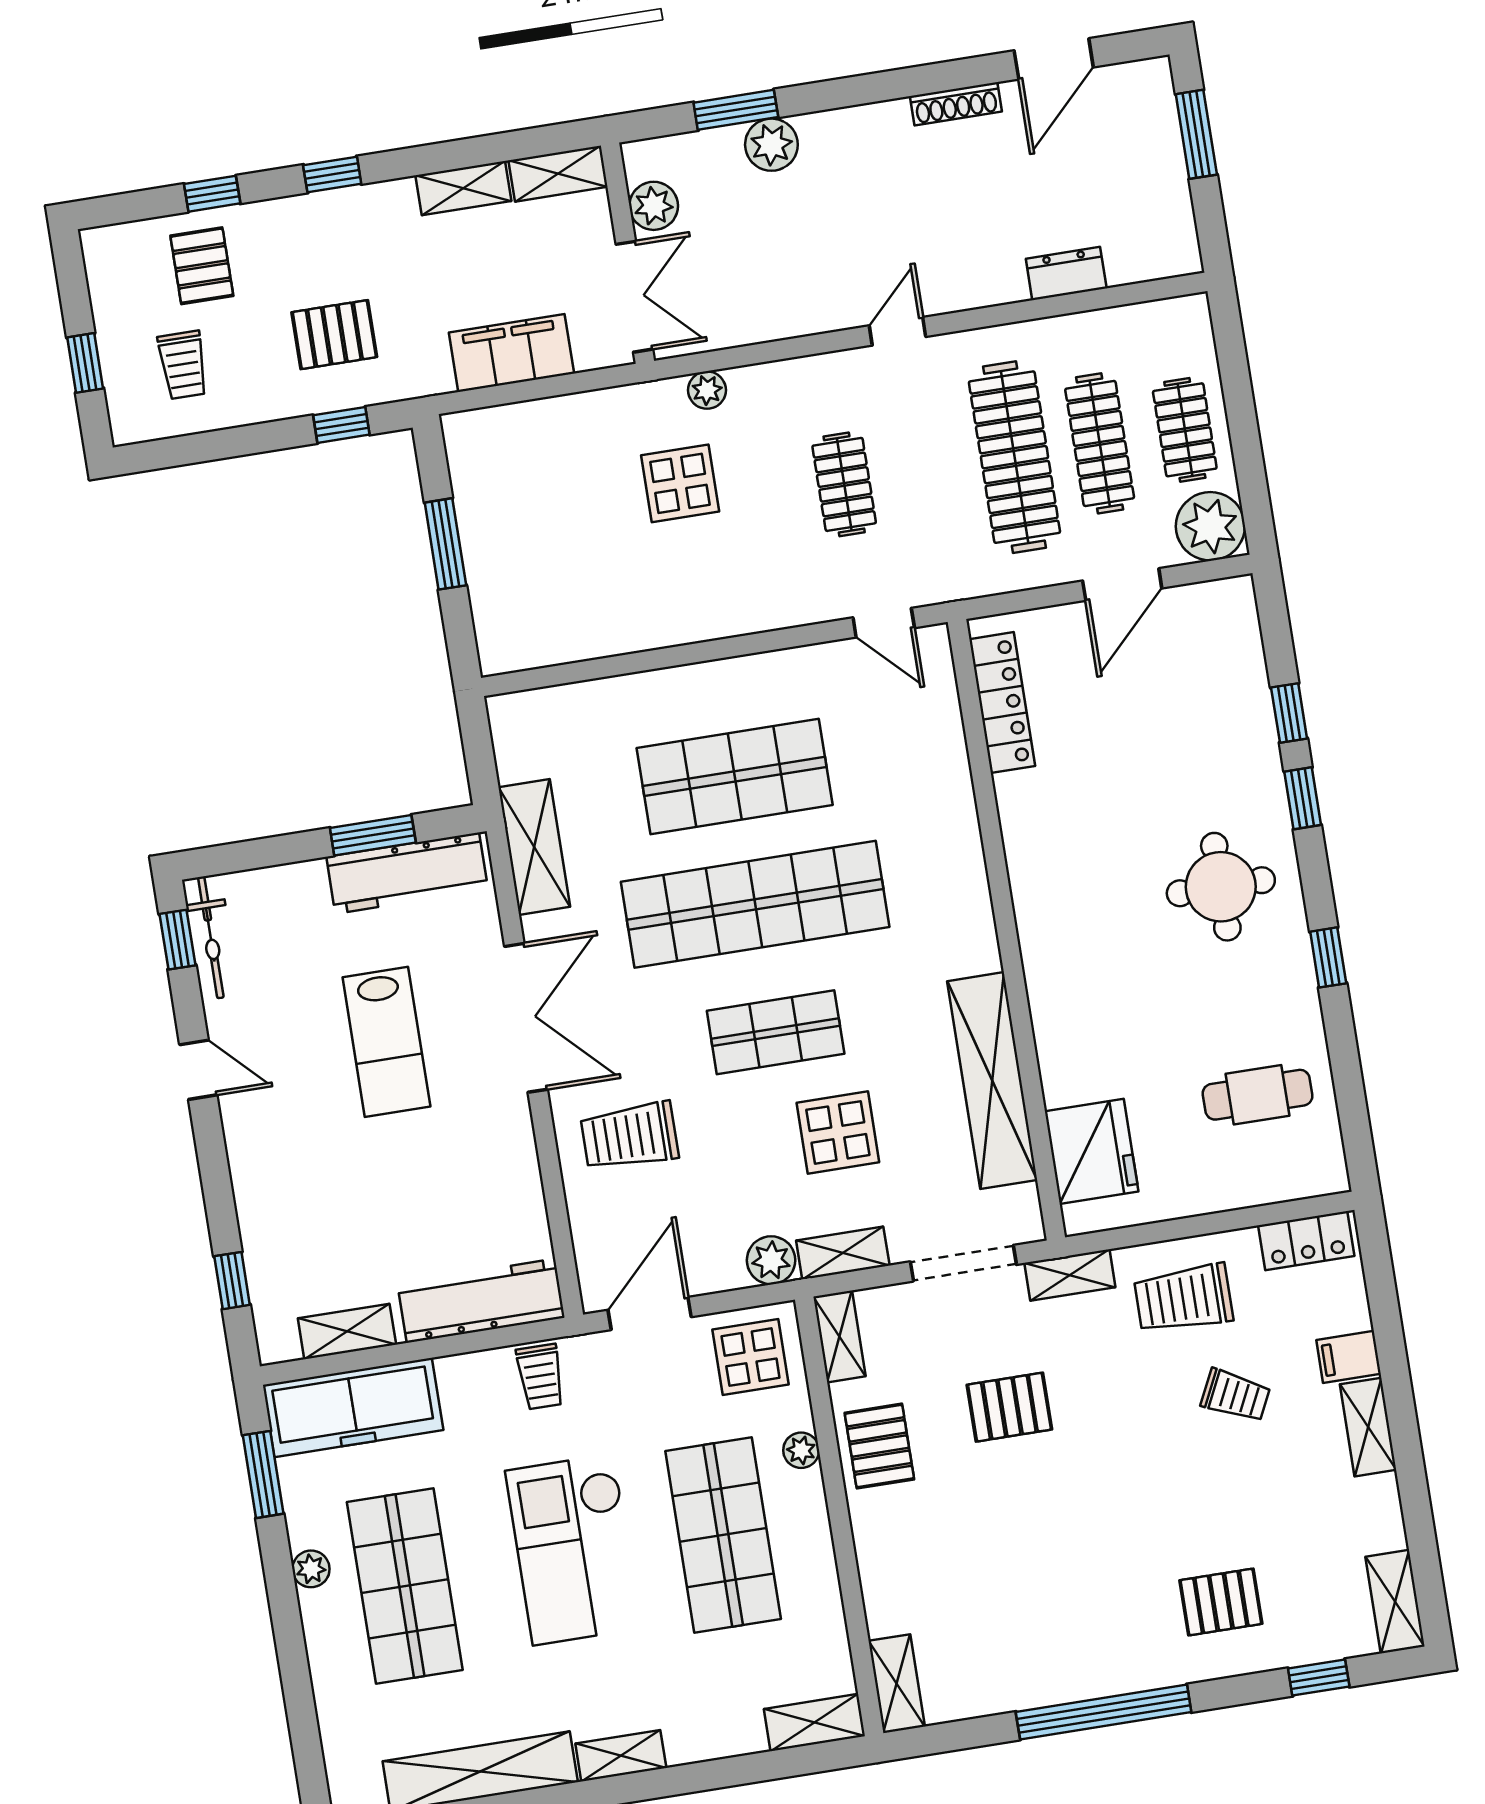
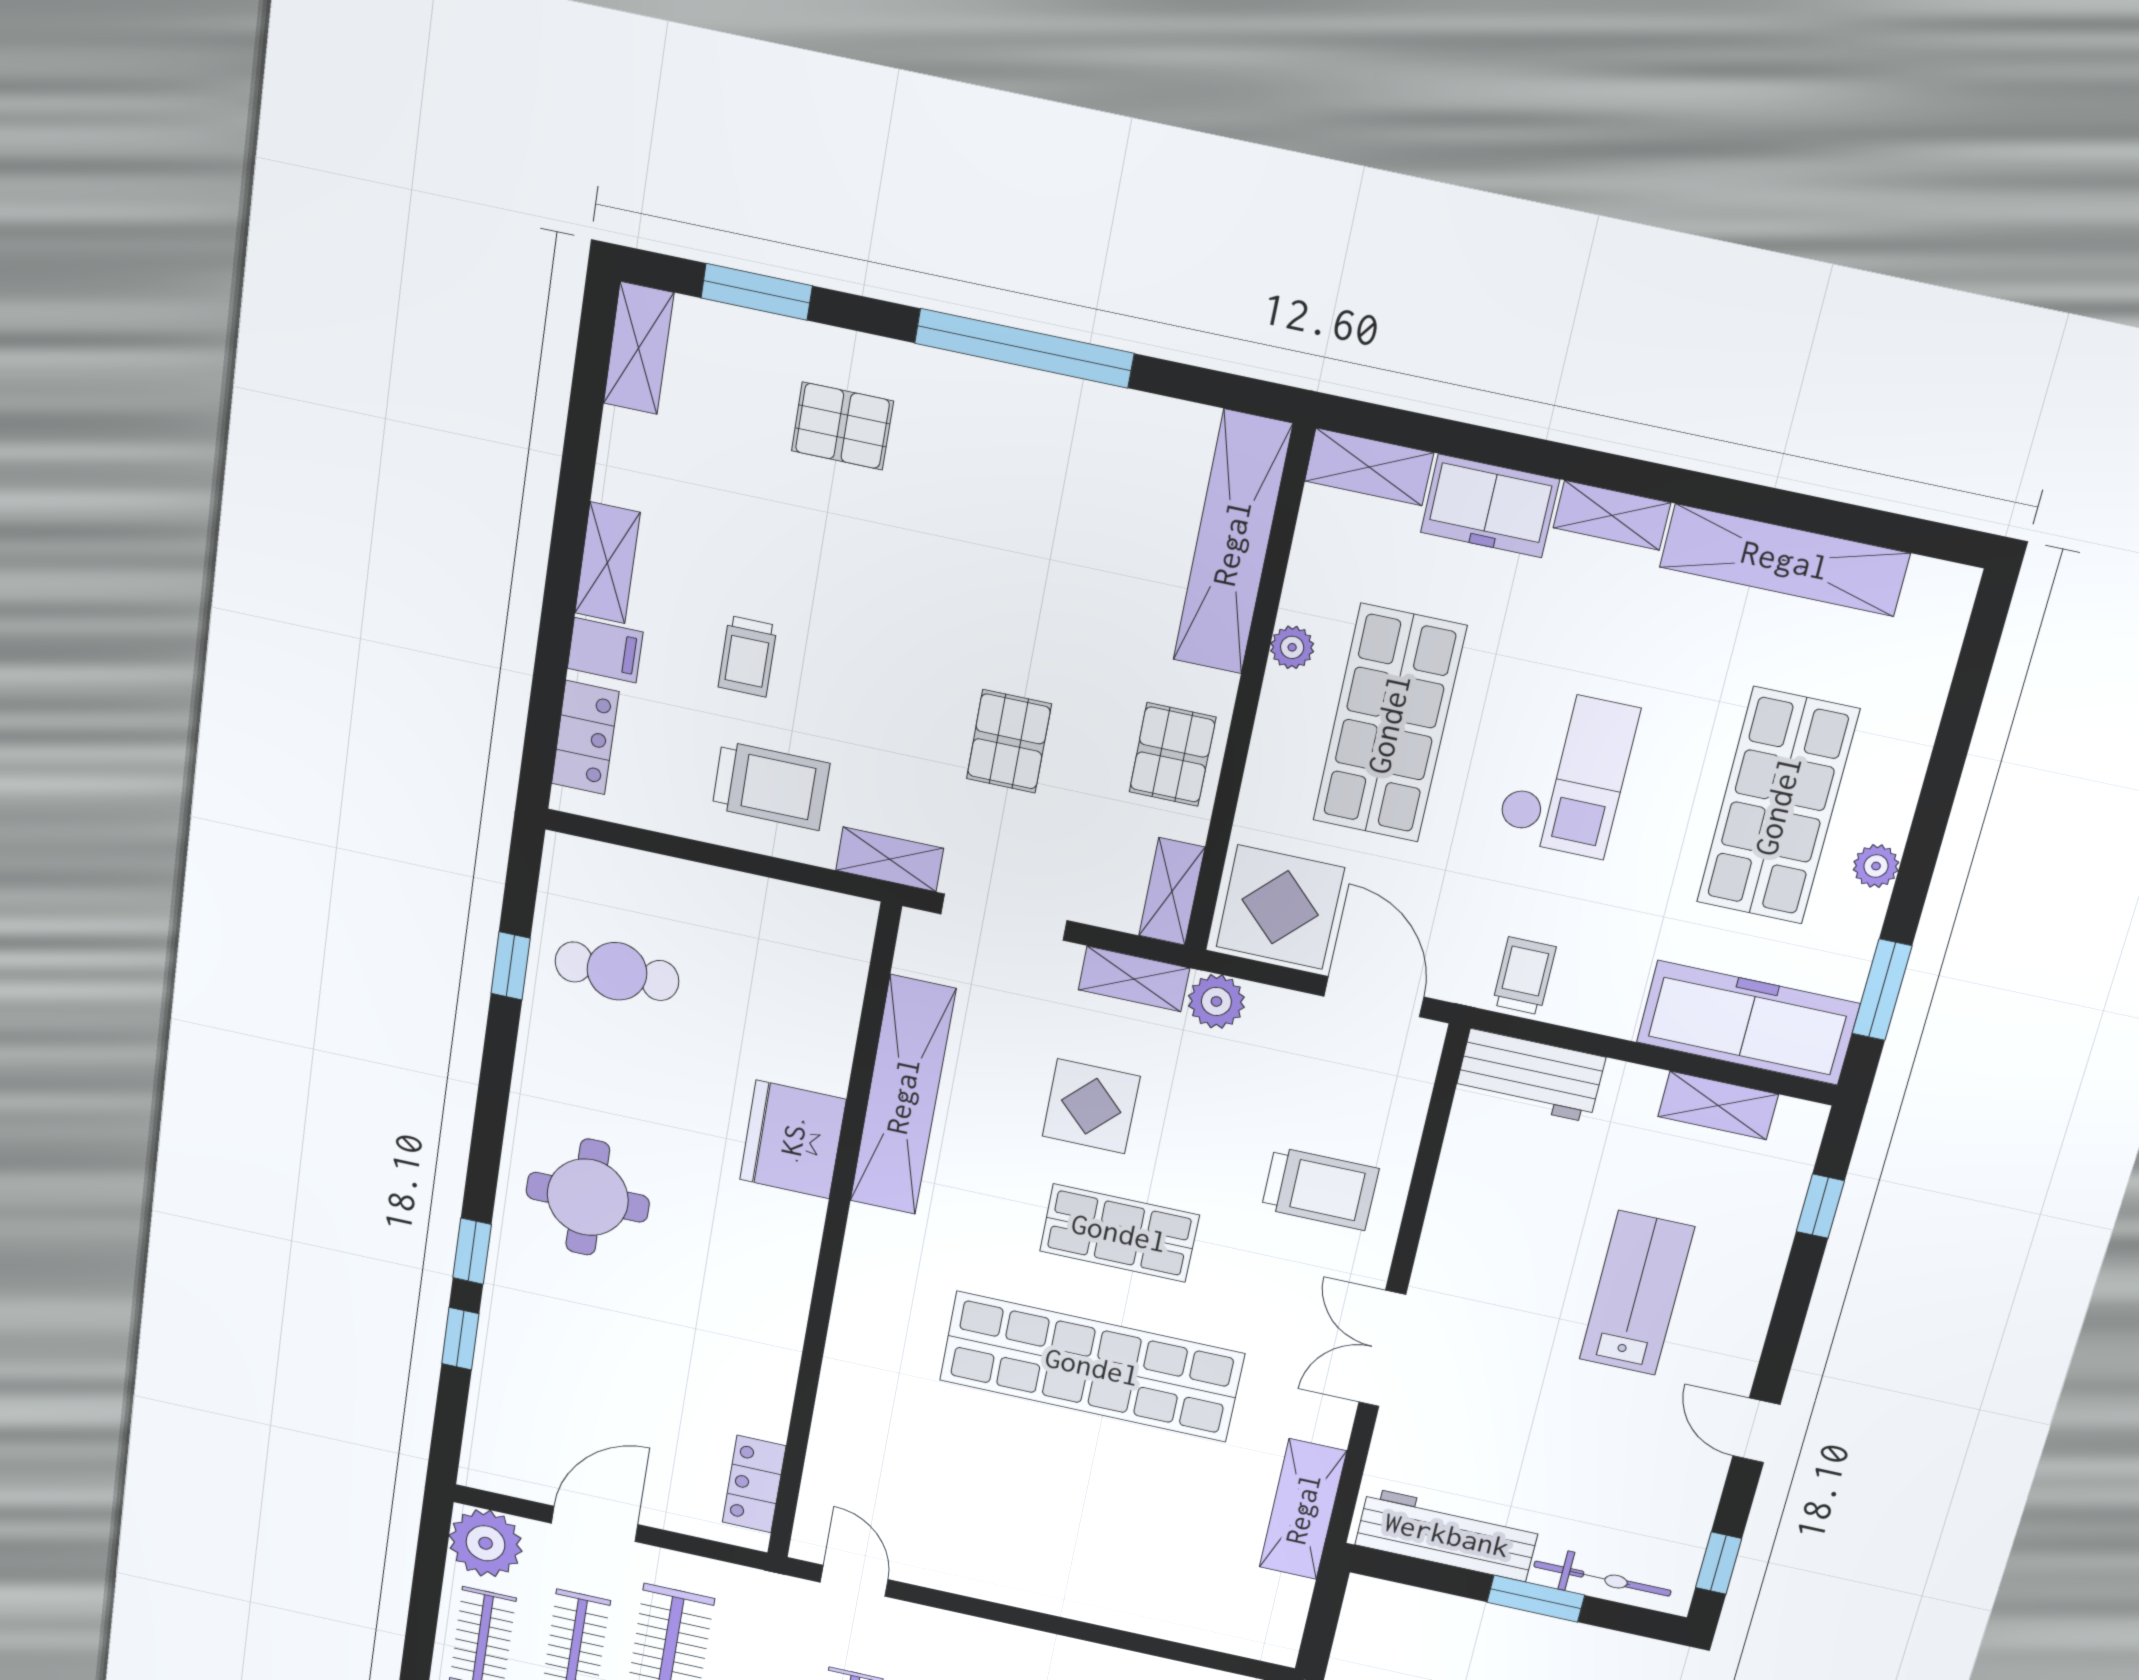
locker: (1002, 703) -> (754, 1484), width x0.66
shop shelf: (735, 776) -> (1065, 1497), removed
window: (373, 835) -> (1536, 1599), moved
bicycle: (211, 937) -> (1602, 1579), moved, turned 90
window: (1328, 957) -> (511, 966), moved
double door: (526, 1018) -> (1382, 1349), width x0.73
lab bench: (386, 1042) -> (1637, 1293), moved
fridge: (1092, 1151) -> (793, 1140), moved
locker: (1306, 1241) -> (585, 738), moved, turned 90
workbench: (481, 1301) -> (1530, 1076), width x0.73
door: (650, 1313) -> (1374, 997), swing flipped
display table: (751, 1357) -> (1280, 907), width x1.36, depth x1.36
trolley: (1235, 1395) -> (748, 656), turned -116
pallet: (1009, 1407) -> (1009, 741), turned 90
plant: (801, 1450) -> (1292, 647), moved
checkout: (573, 1549) -> (1567, 773), width x0.73, depth x0.83
window: (1319, 1678) -> (757, 292), width x1.50
shelving: (897, 1684) -> (1232, 543), width x2.20, depth x1.33
freezer: (713, 1728) -> (1490, 506), added

